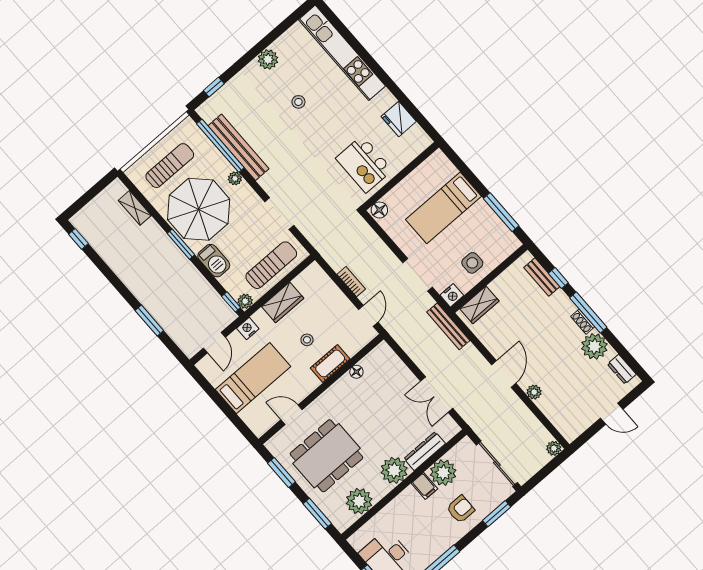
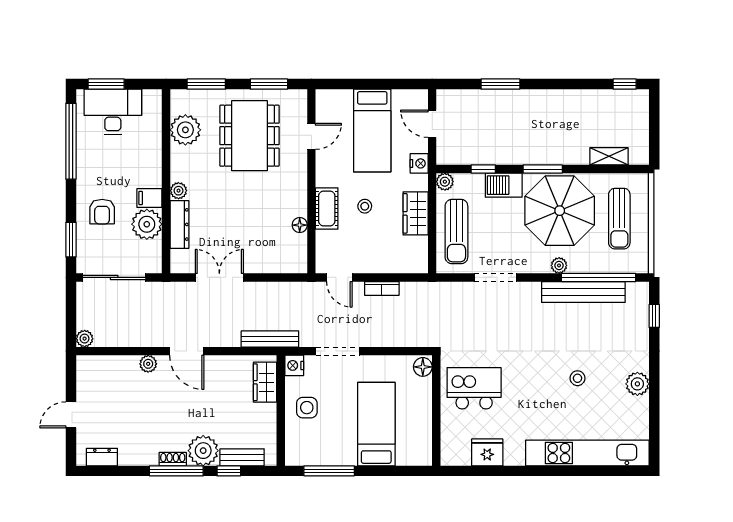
window: (231, 302) -> (483, 169), moved
plant: (594, 346) -> (203, 451), moved
plant: (394, 470) -> (178, 191), width x0.53, depth x0.53

